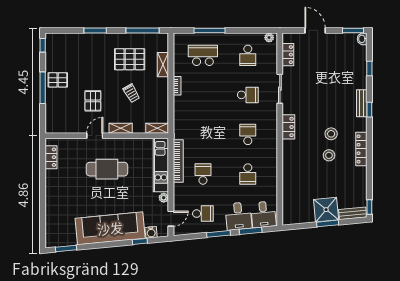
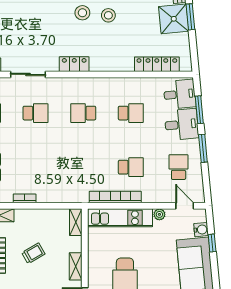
school desk: (248, 95) -> (36, 113), turned 90
school desk: (203, 174) -> (131, 167), turned 180
locker: (288, 196) -> (157, 64), added

